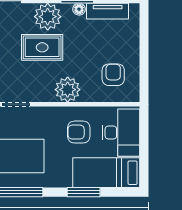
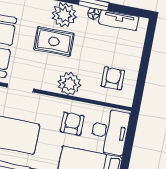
armchair: (79, 132) -> (72, 124), turned 90

